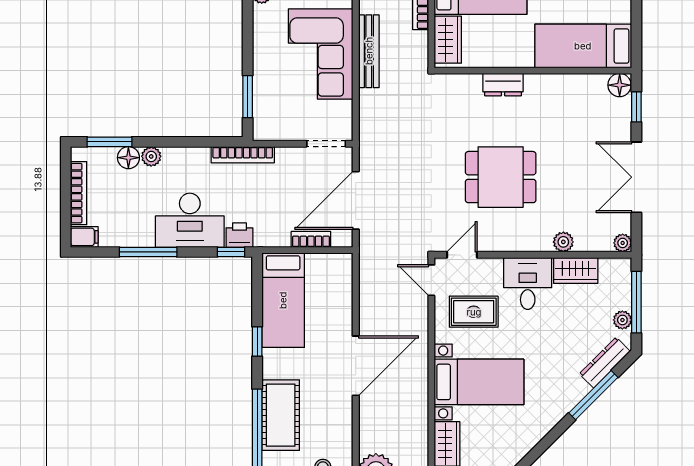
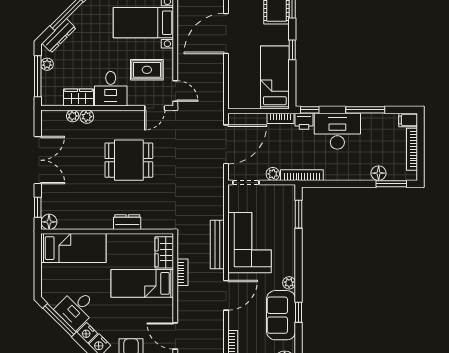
plant: (151, 156) -> (273, 174), moved
bookcase: (311, 239) -> (280, 118), moved
plant: (623, 243) -> (73, 116), moved

